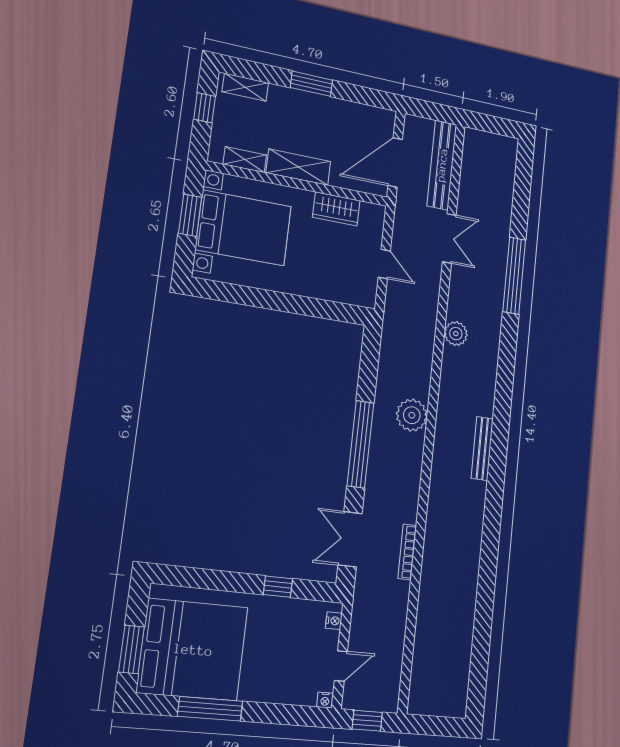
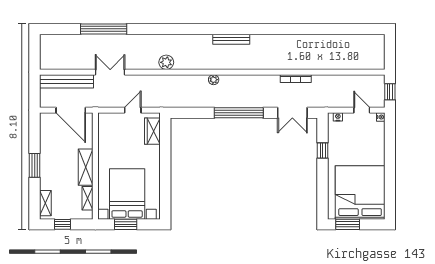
wardrobe: (336, 209) -> (152, 131), moved, turned 180
window: (514, 276) -> (104, 29), moved
plant: (412, 415) -> (214, 80), width x0.53, depth x0.53
window: (131, 649) -> (348, 224), moved
window: (210, 709) -> (390, 179), removed

